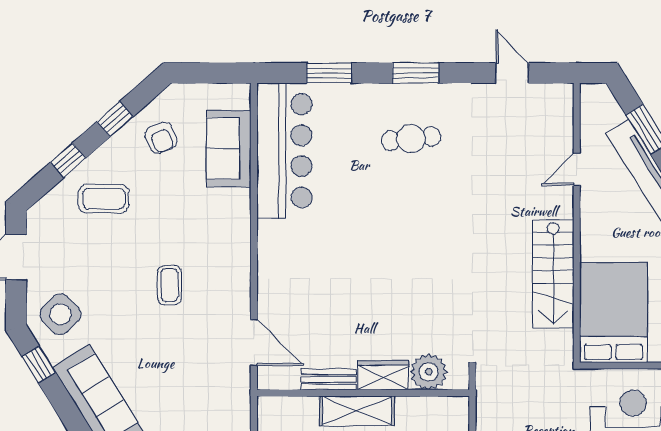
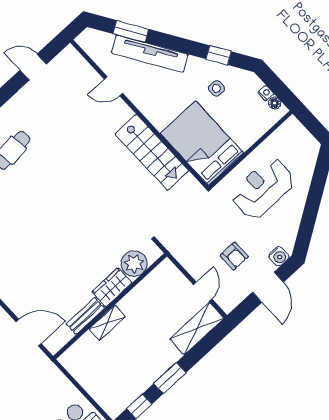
door: (577, 169) -> (114, 86), hinge flipped
shelving: (357, 411) -> (107, 323), width x0.67, depth x0.75

